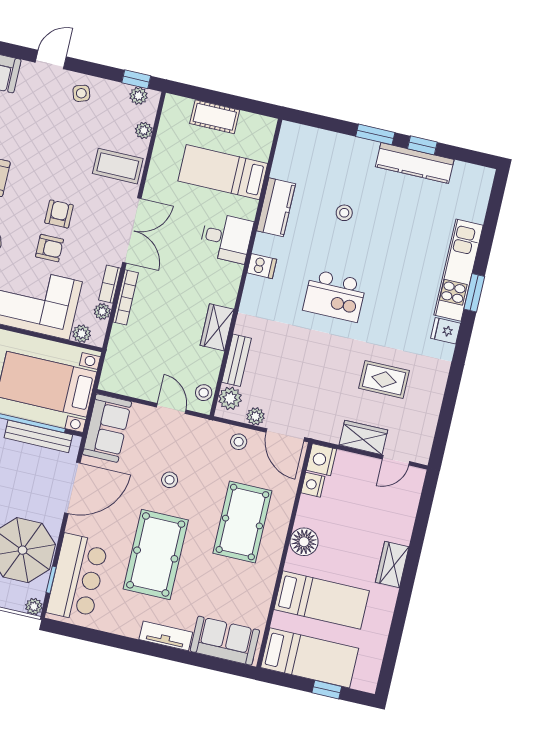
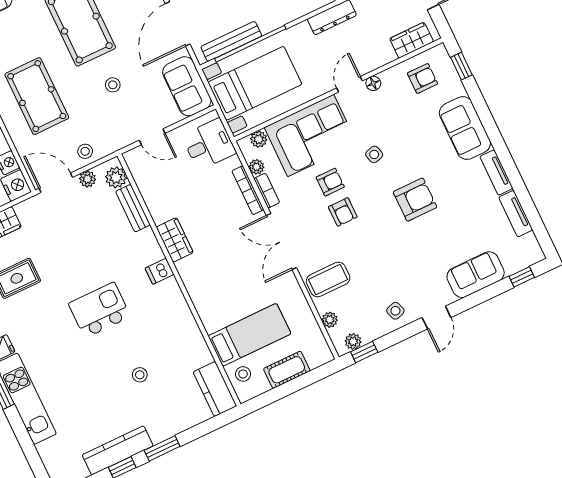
kitchen counter: (276, 207) -> (215, 389), moved
desk: (226, 238) -> (209, 144), moved, turned 180
armchair: (49, 248) -> (330, 182), turned 180
dishwasher: (262, 266) -> (160, 271), moved
wardrobe: (217, 327) -> (175, 240), moved
stool: (204, 393) -> (243, 374), moved

